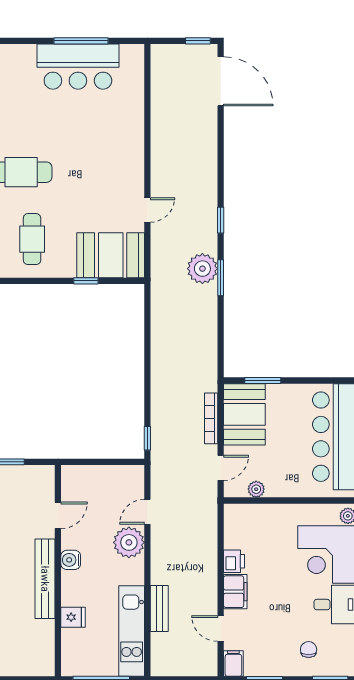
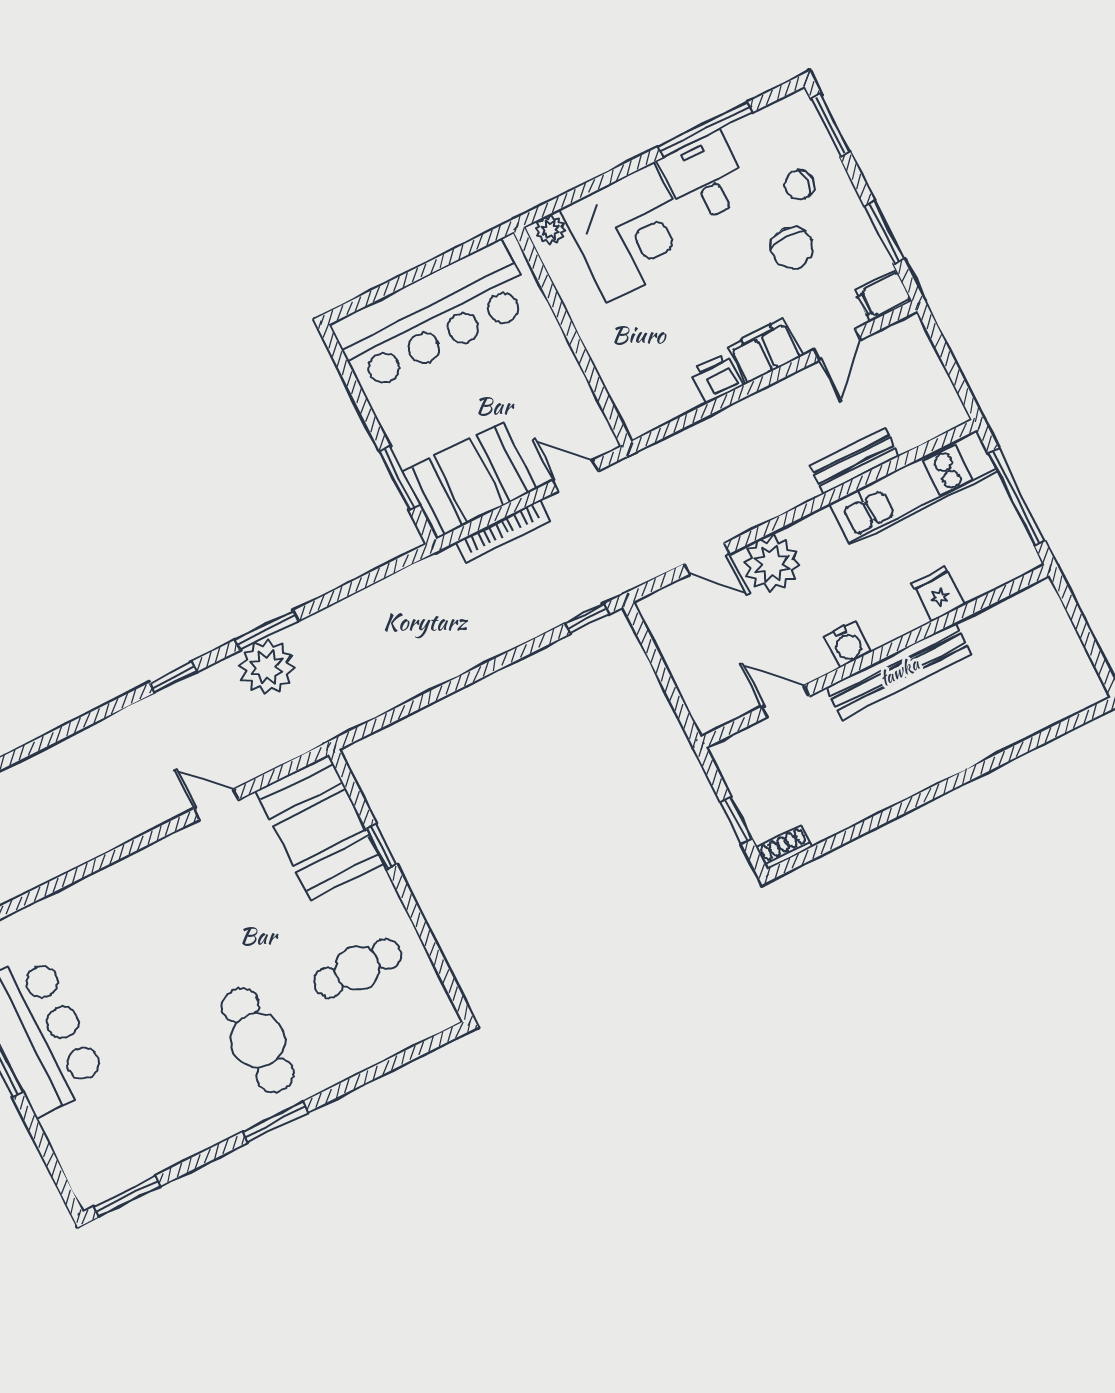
plant: (256, 489) -> (582, 400), removed
chair: (279, 630) -> (792, 248), added

